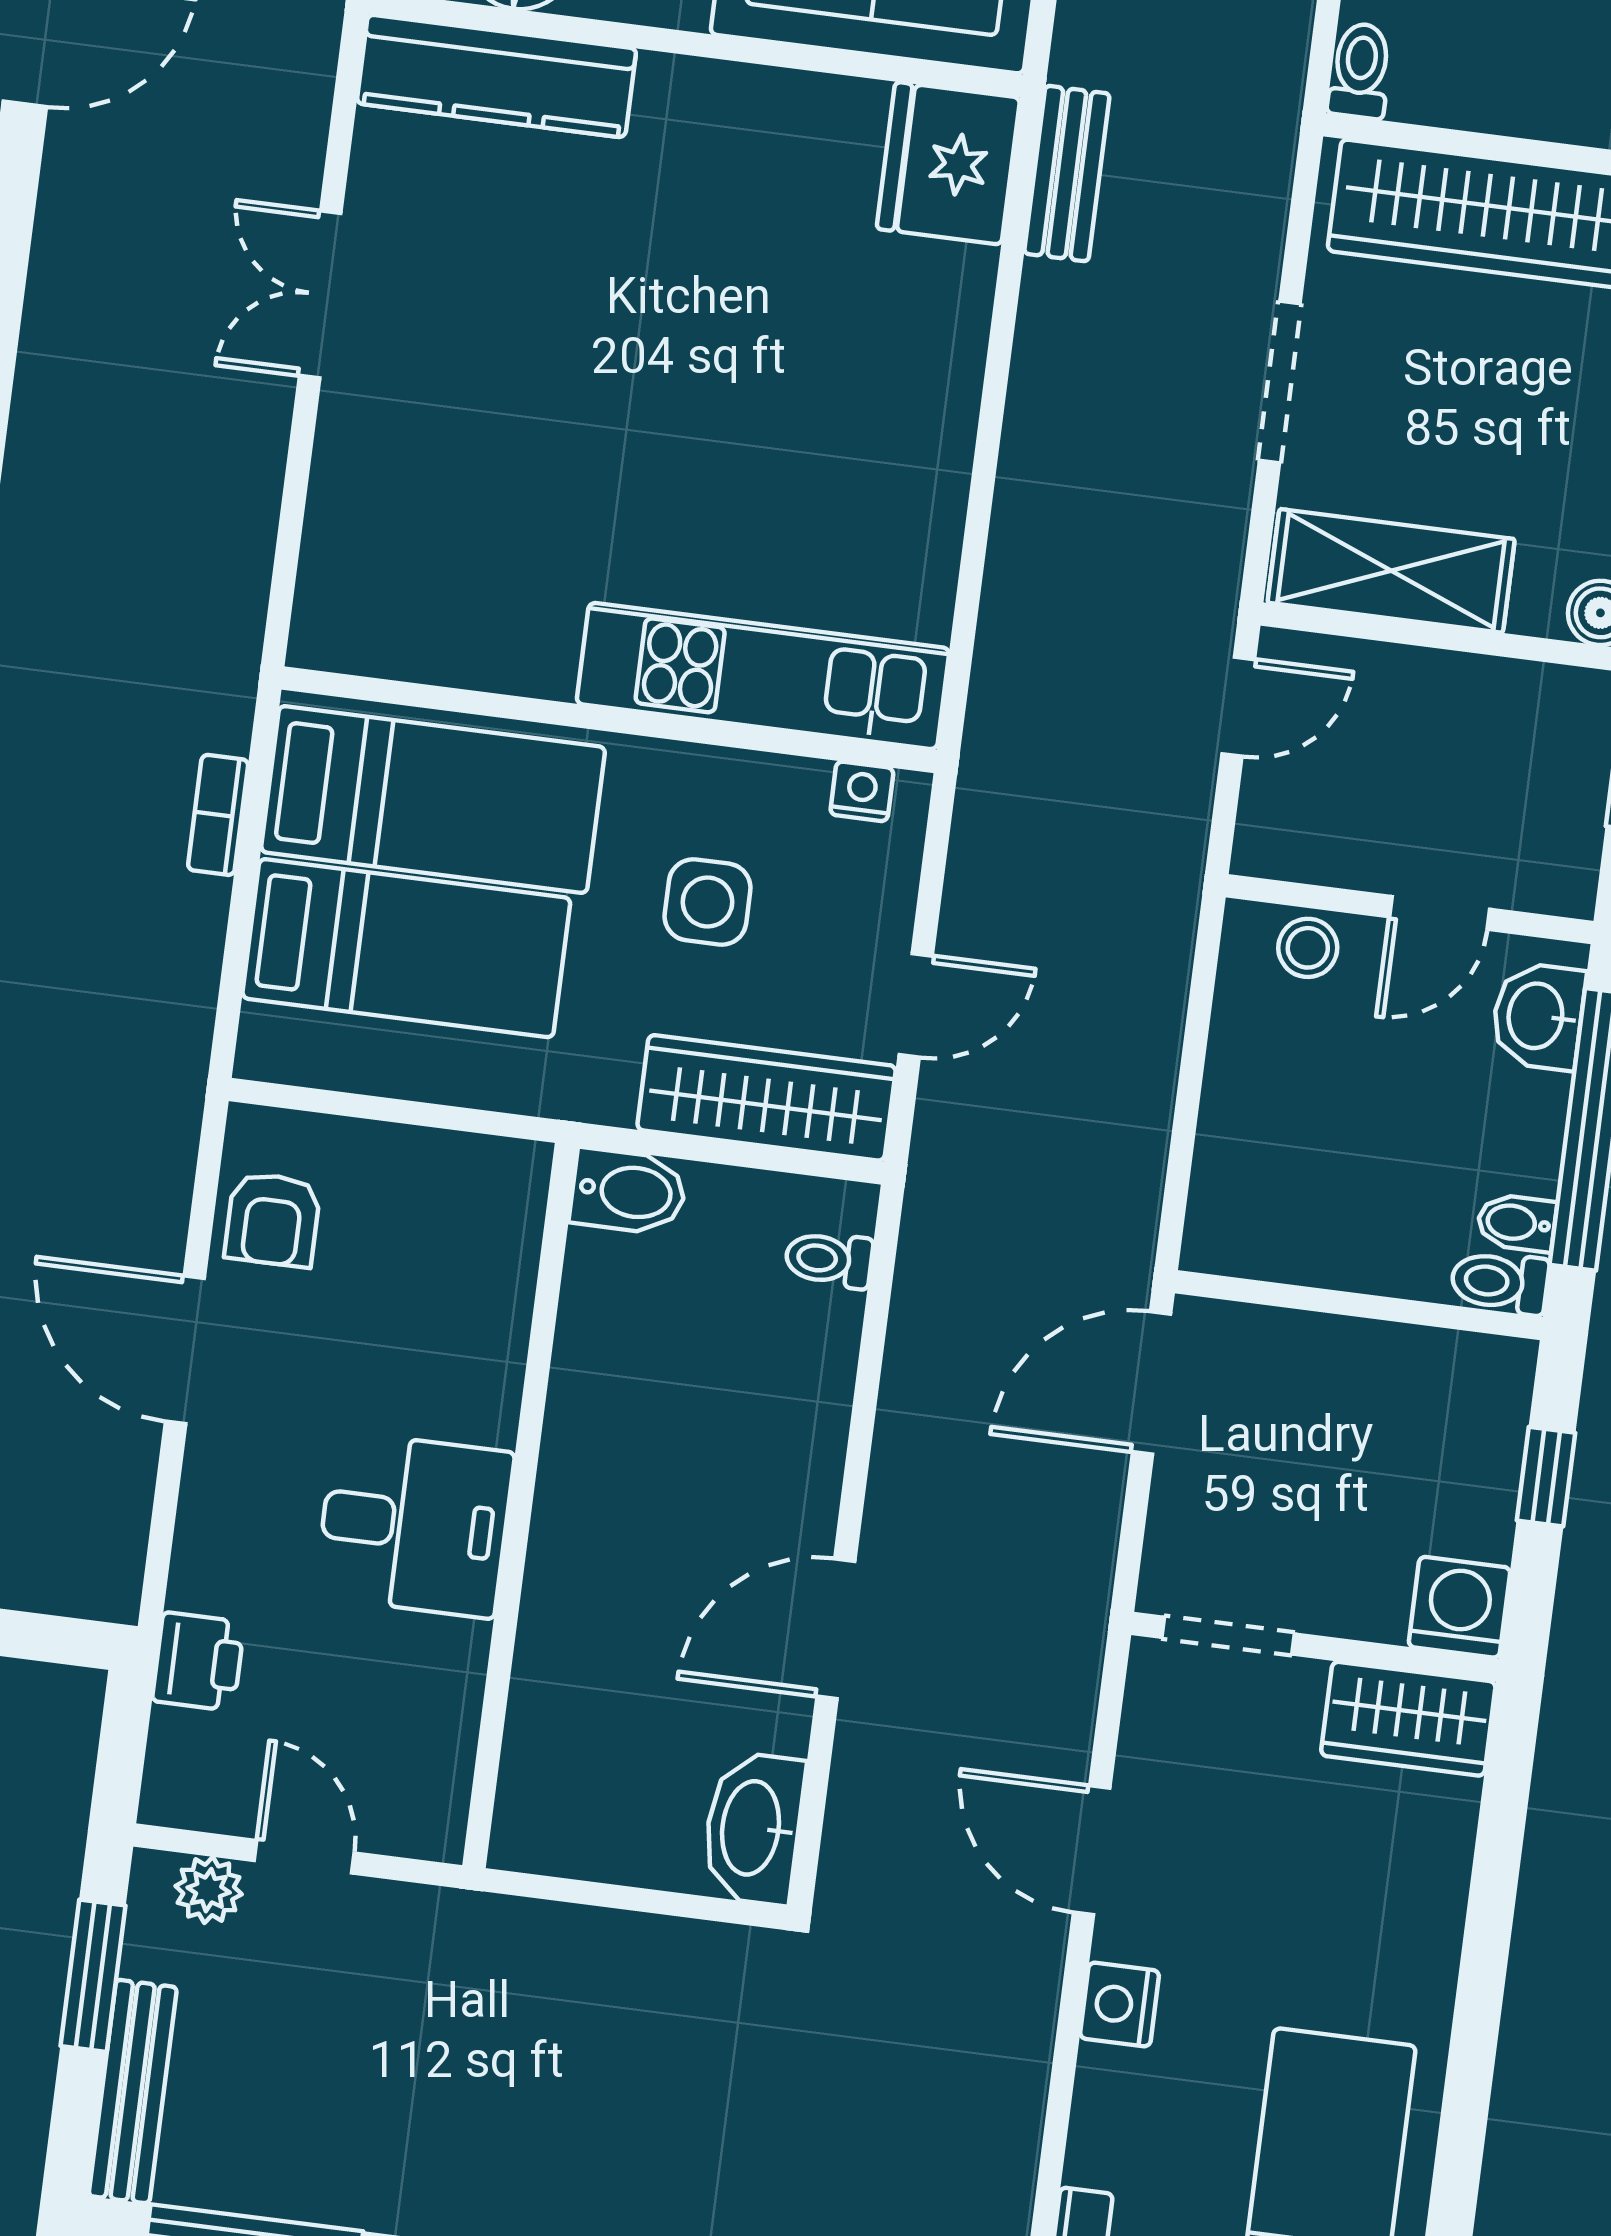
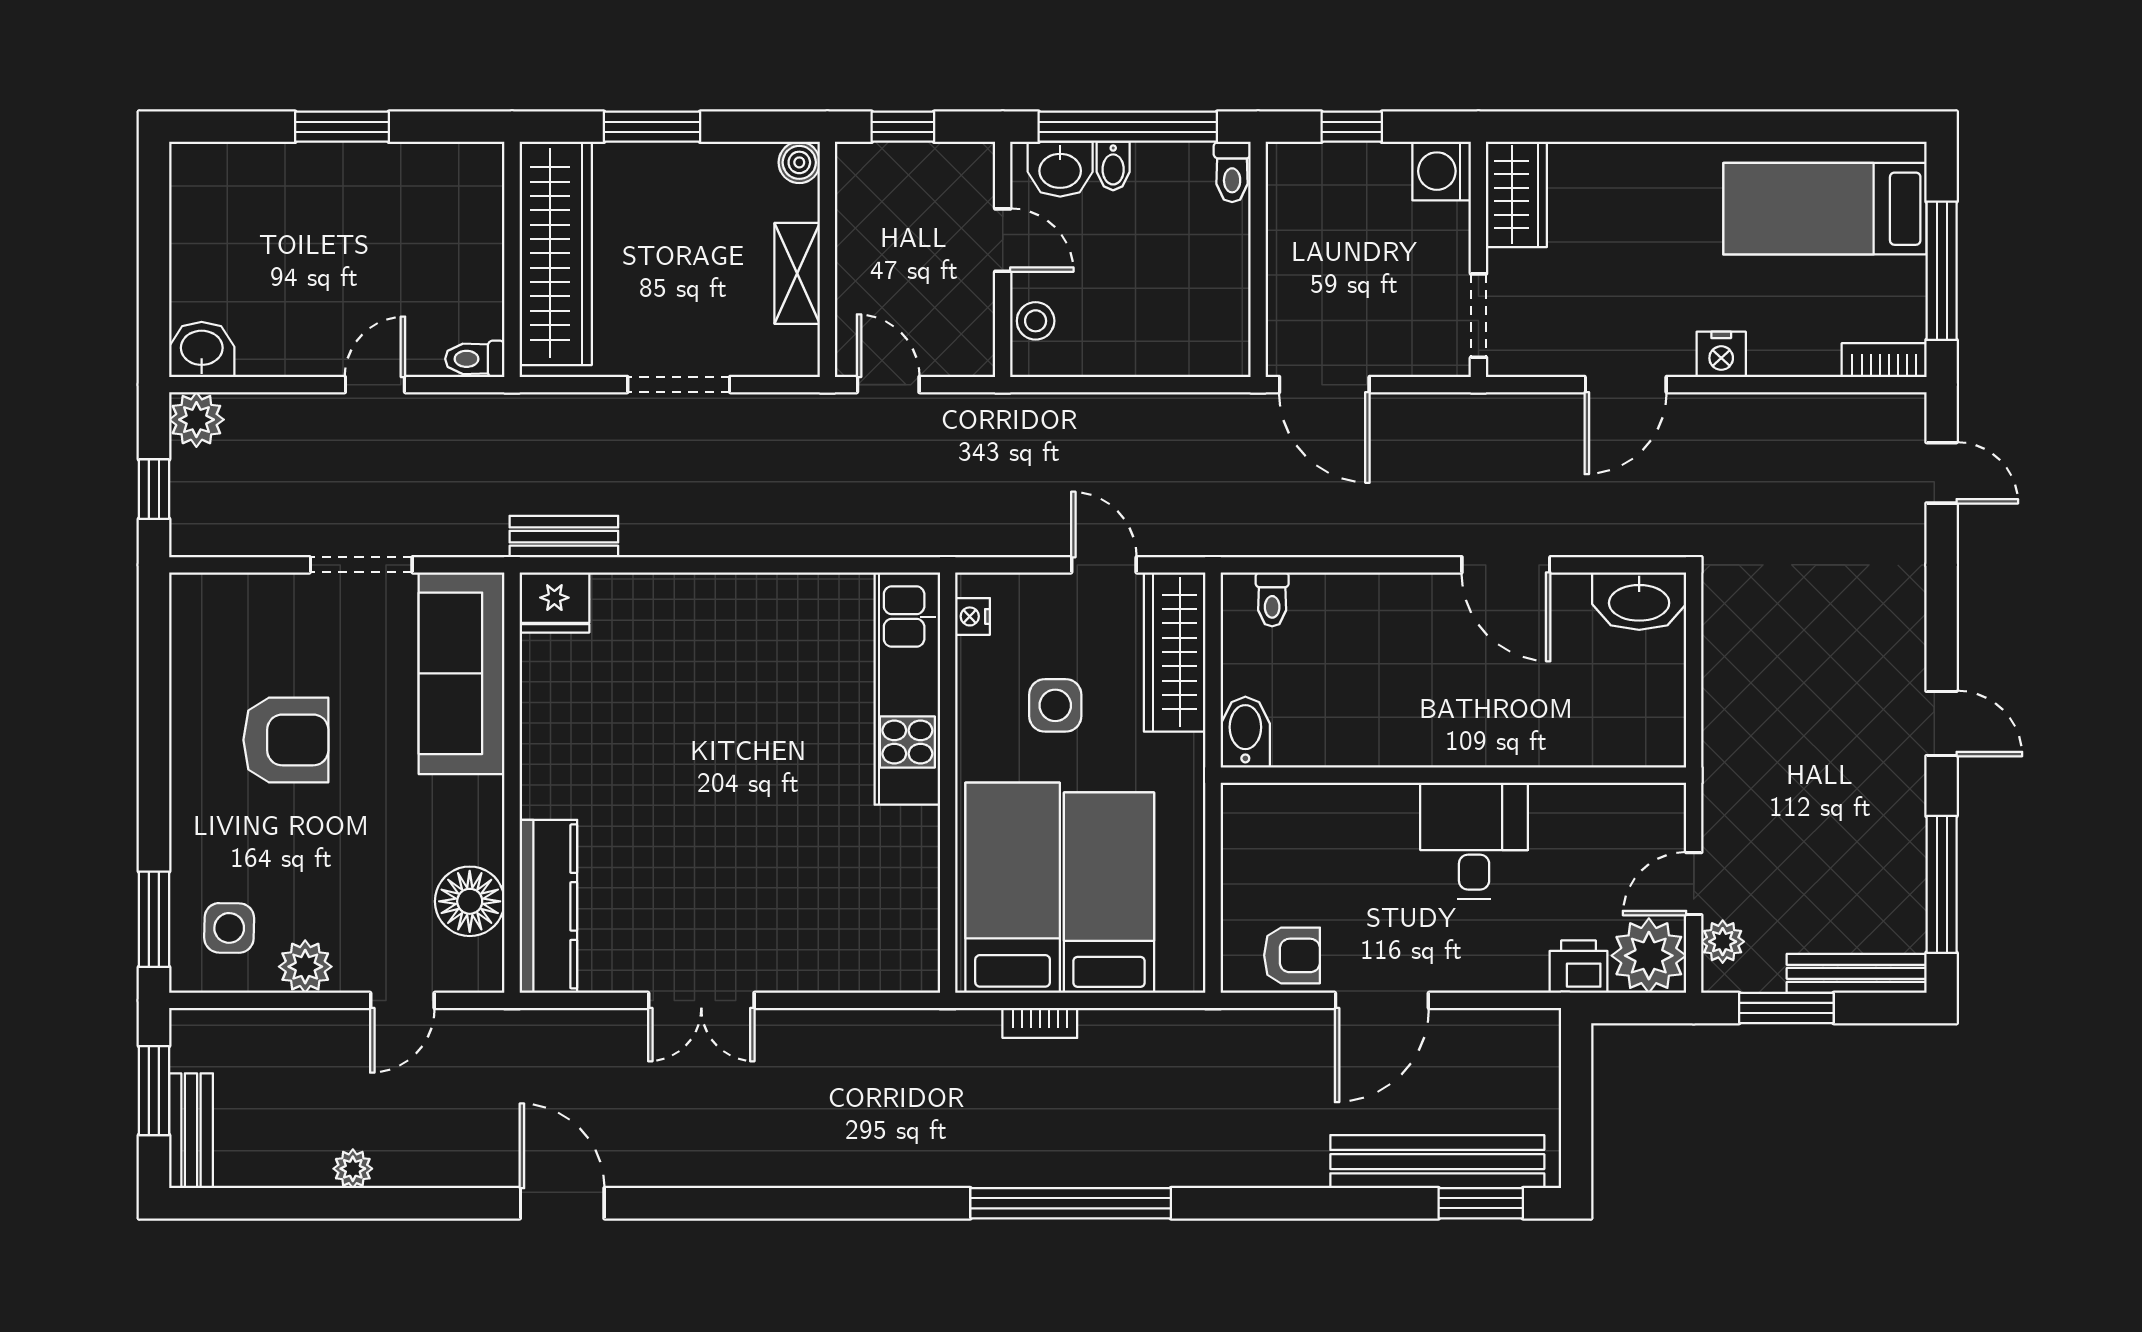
fridge: (948, 163) -> (554, 602), width x0.73, depth x0.75
shelving: (1391, 571) -> (797, 273), width x0.67, depth x0.75
bidet: (1517, 1223) -> (1113, 166), moved
plant: (202, 1773) -> (1649, 956), added

